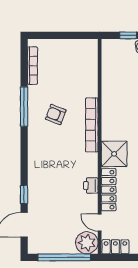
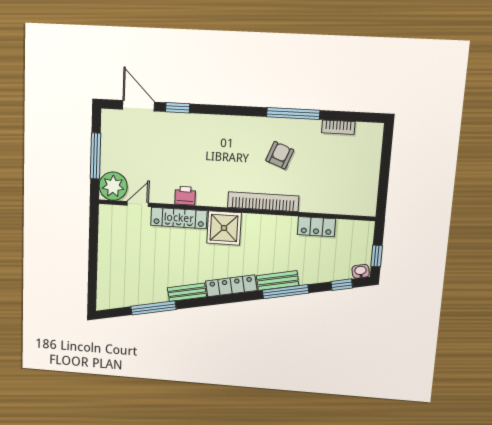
bookcase: (32, 66) -> (338, 127), width x0.64
locker: (115, 247) -> (316, 227), moved, turned 90
window: (64, 257) -> (95, 156), width x0.68

